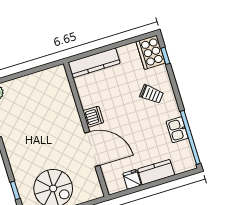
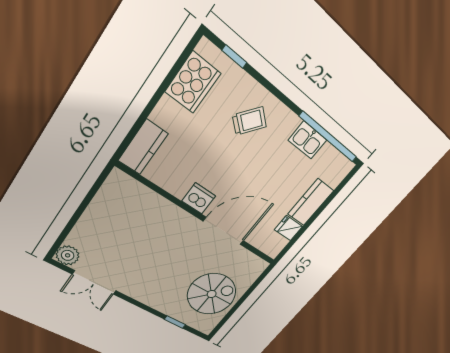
cooker: (151, 52) -> (193, 83), moved, turned -90
kitchen counter: (94, 63) -> (143, 147), width x0.67

